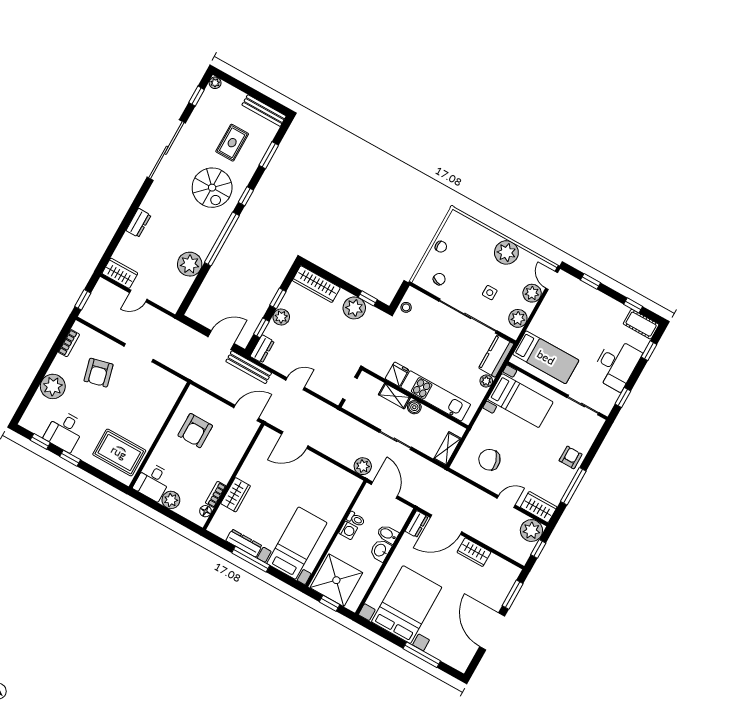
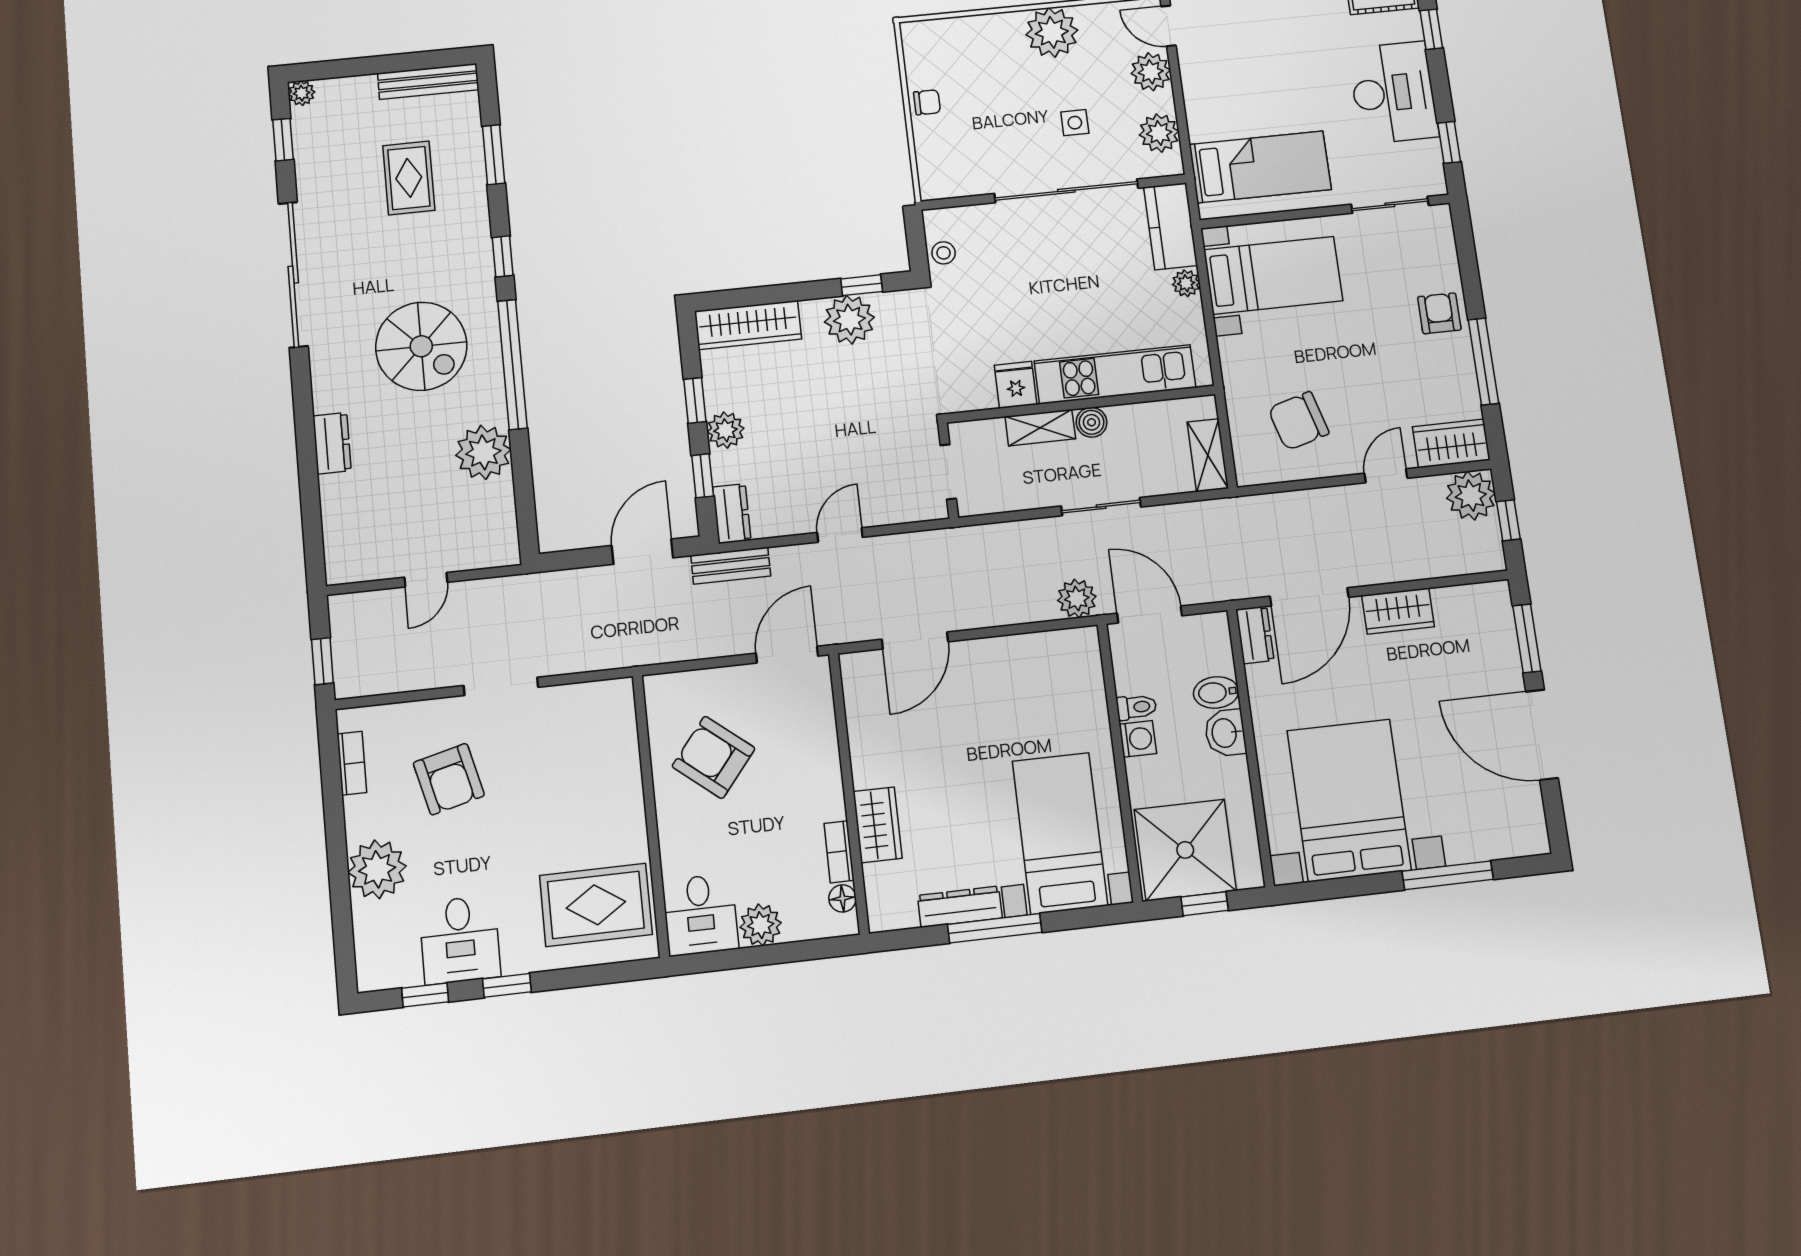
spiral stairs: (212, 188) -> (421, 346), moved
wardrobe: (120, 273) -> (361, 562), removed
chair: (439, 279) -> (966, 161), removed
bench: (249, 367) -> (731, 566), width x0.73
armchair: (195, 431) -> (714, 757), turned 129

